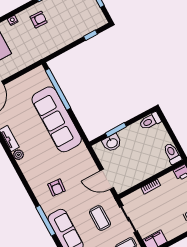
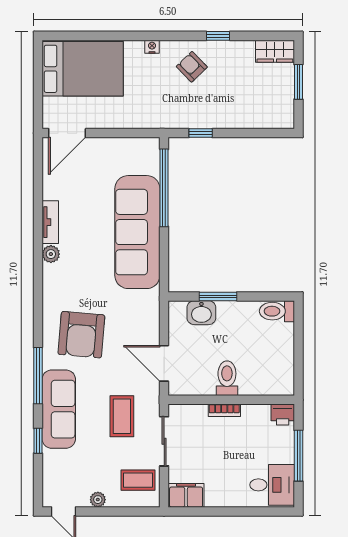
armchair: (39, 20) -> (192, 67), turned -136
window: (91, 35) -> (201, 133), moved
toilet: (172, 154) -> (227, 378), moved
armchair: (57, 187) -> (81, 335), width x1.88, depth x1.88

